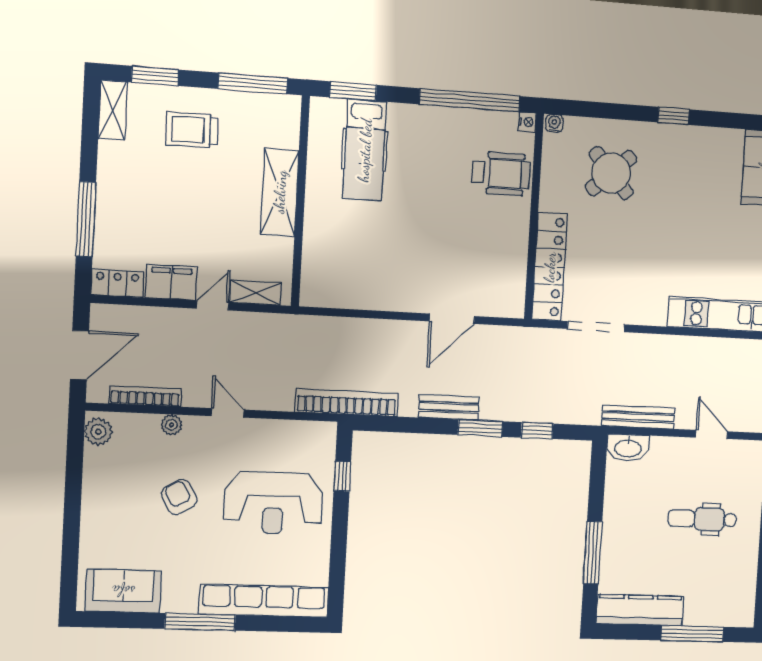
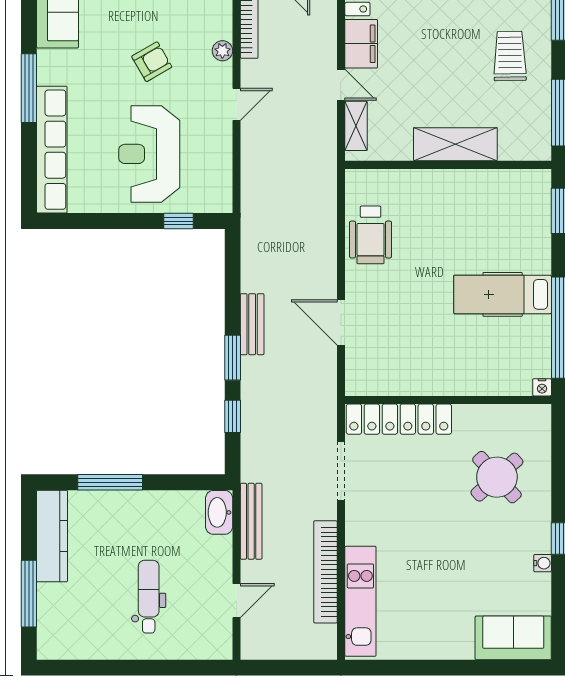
water cooler: (554, 123) -> (543, 563), moved
hospital bed: (365, 150) -> (503, 294), moved
wheelchair: (501, 174) -> (371, 235), moved
bookcase: (347, 403) -> (325, 572), moved, turned 180

